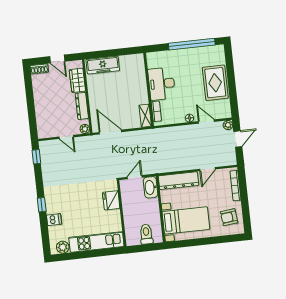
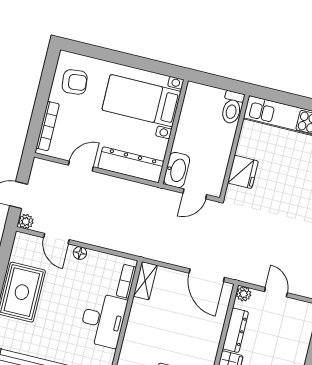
toilet: (146, 234) -> (232, 107), moved

